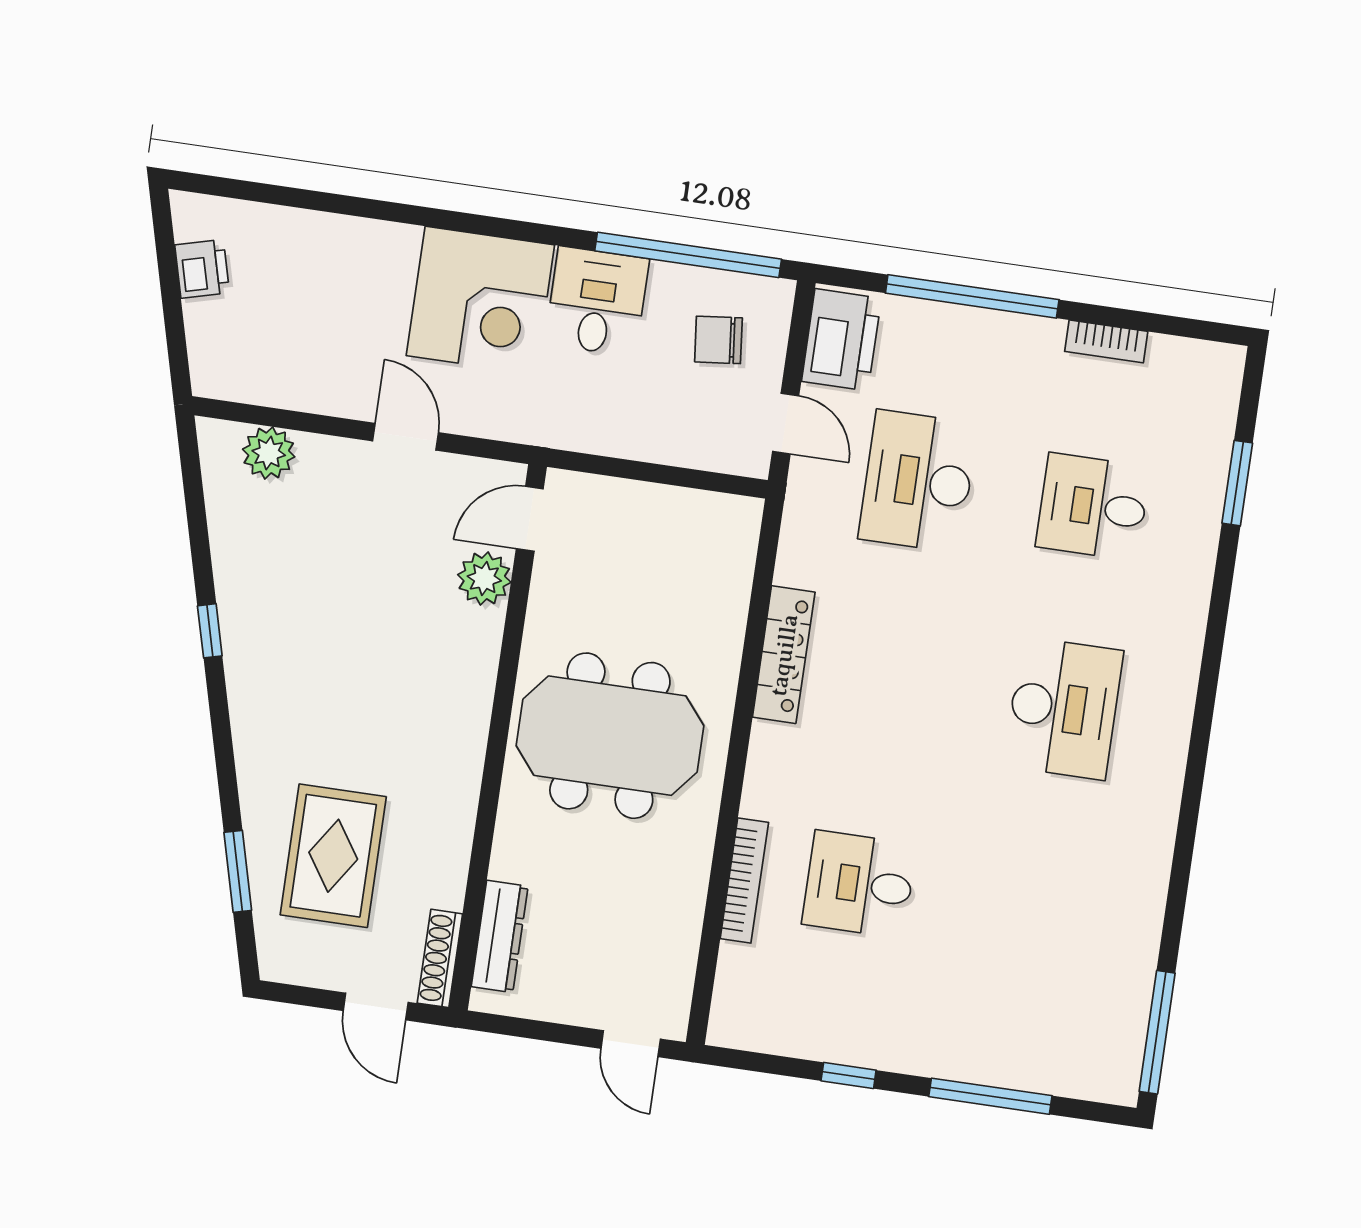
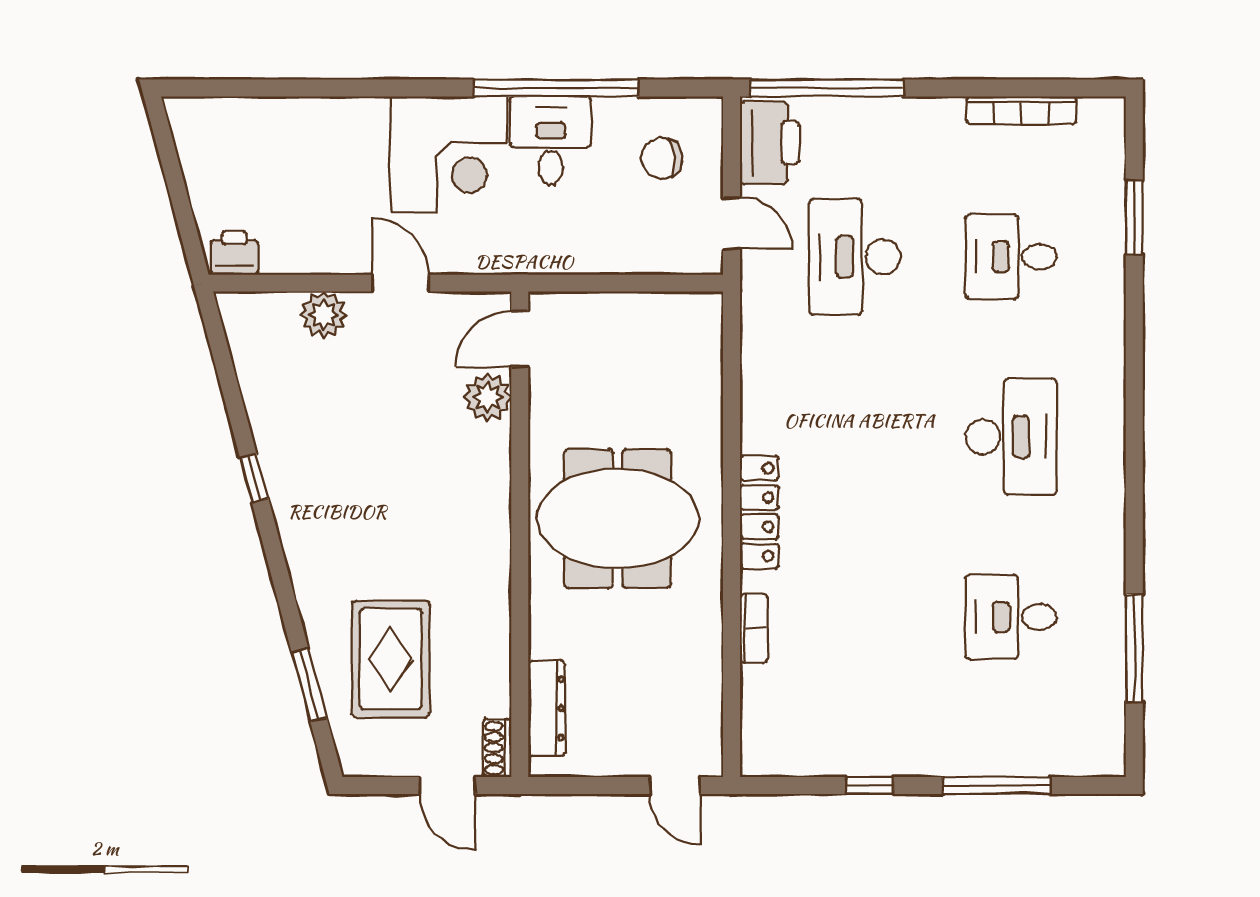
window: (688, 255) -> (556, 88), moved
printer: (202, 269) -> (234, 253), moved, turned -75
window: (972, 296) -> (827, 88), moved
bookcase: (1106, 341) -> (1021, 110), width x1.56
plant: (269, 453) -> (323, 315), moved
locker: (784, 655) -> (759, 512), moved
bookcase: (744, 880) -> (754, 628), width x0.64
desk: (859, 884) -> (1011, 617), moved
shoe rack: (440, 958) -> (497, 748), width x0.70
window: (1157, 1032) -> (1134, 648), moved

